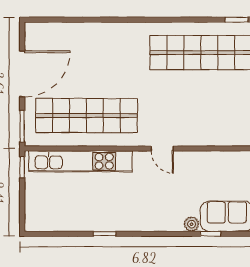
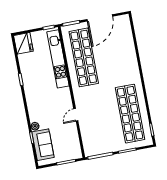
door: (22, 74) -> (100, 18), hinge flipped
door: (162, 148) -> (76, 115), moved
fridge: (42, 217) -> (23, 43), added

